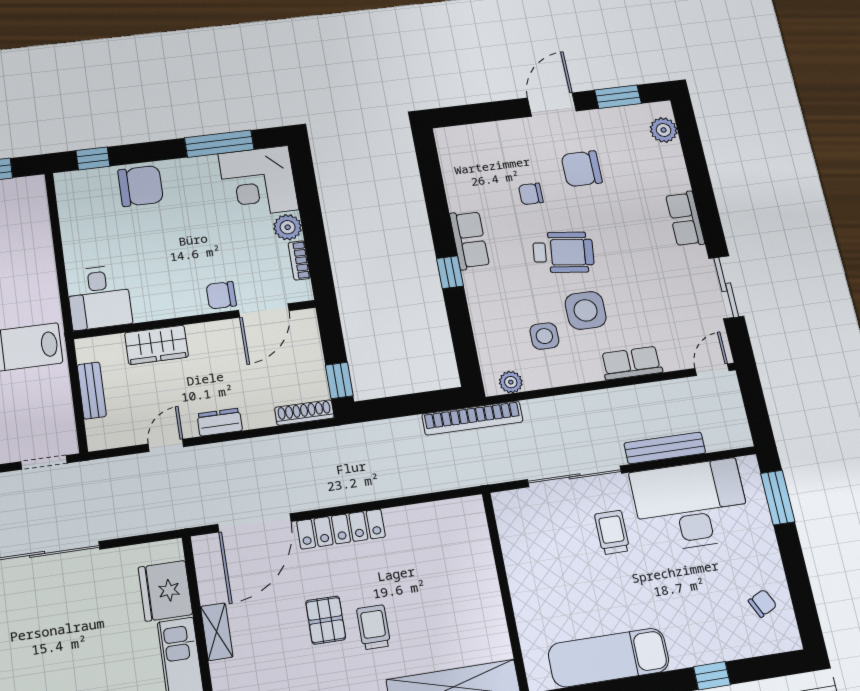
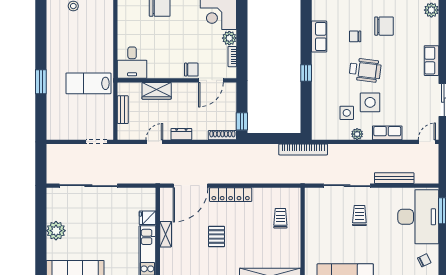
chair: (582, 169) -> (384, 26), turned 180
row of seats: (469, 240) -> (319, 37), moved
chair: (221, 295) -> (191, 70), turned 180
plant: (511, 382) -> (357, 134), moved
desk: (691, 505) -> (418, 217), moved, turned 90
fridge: (165, 591) -> (148, 218), width x0.53, depth x0.75
trolley: (374, 627) -> (280, 218), moved

